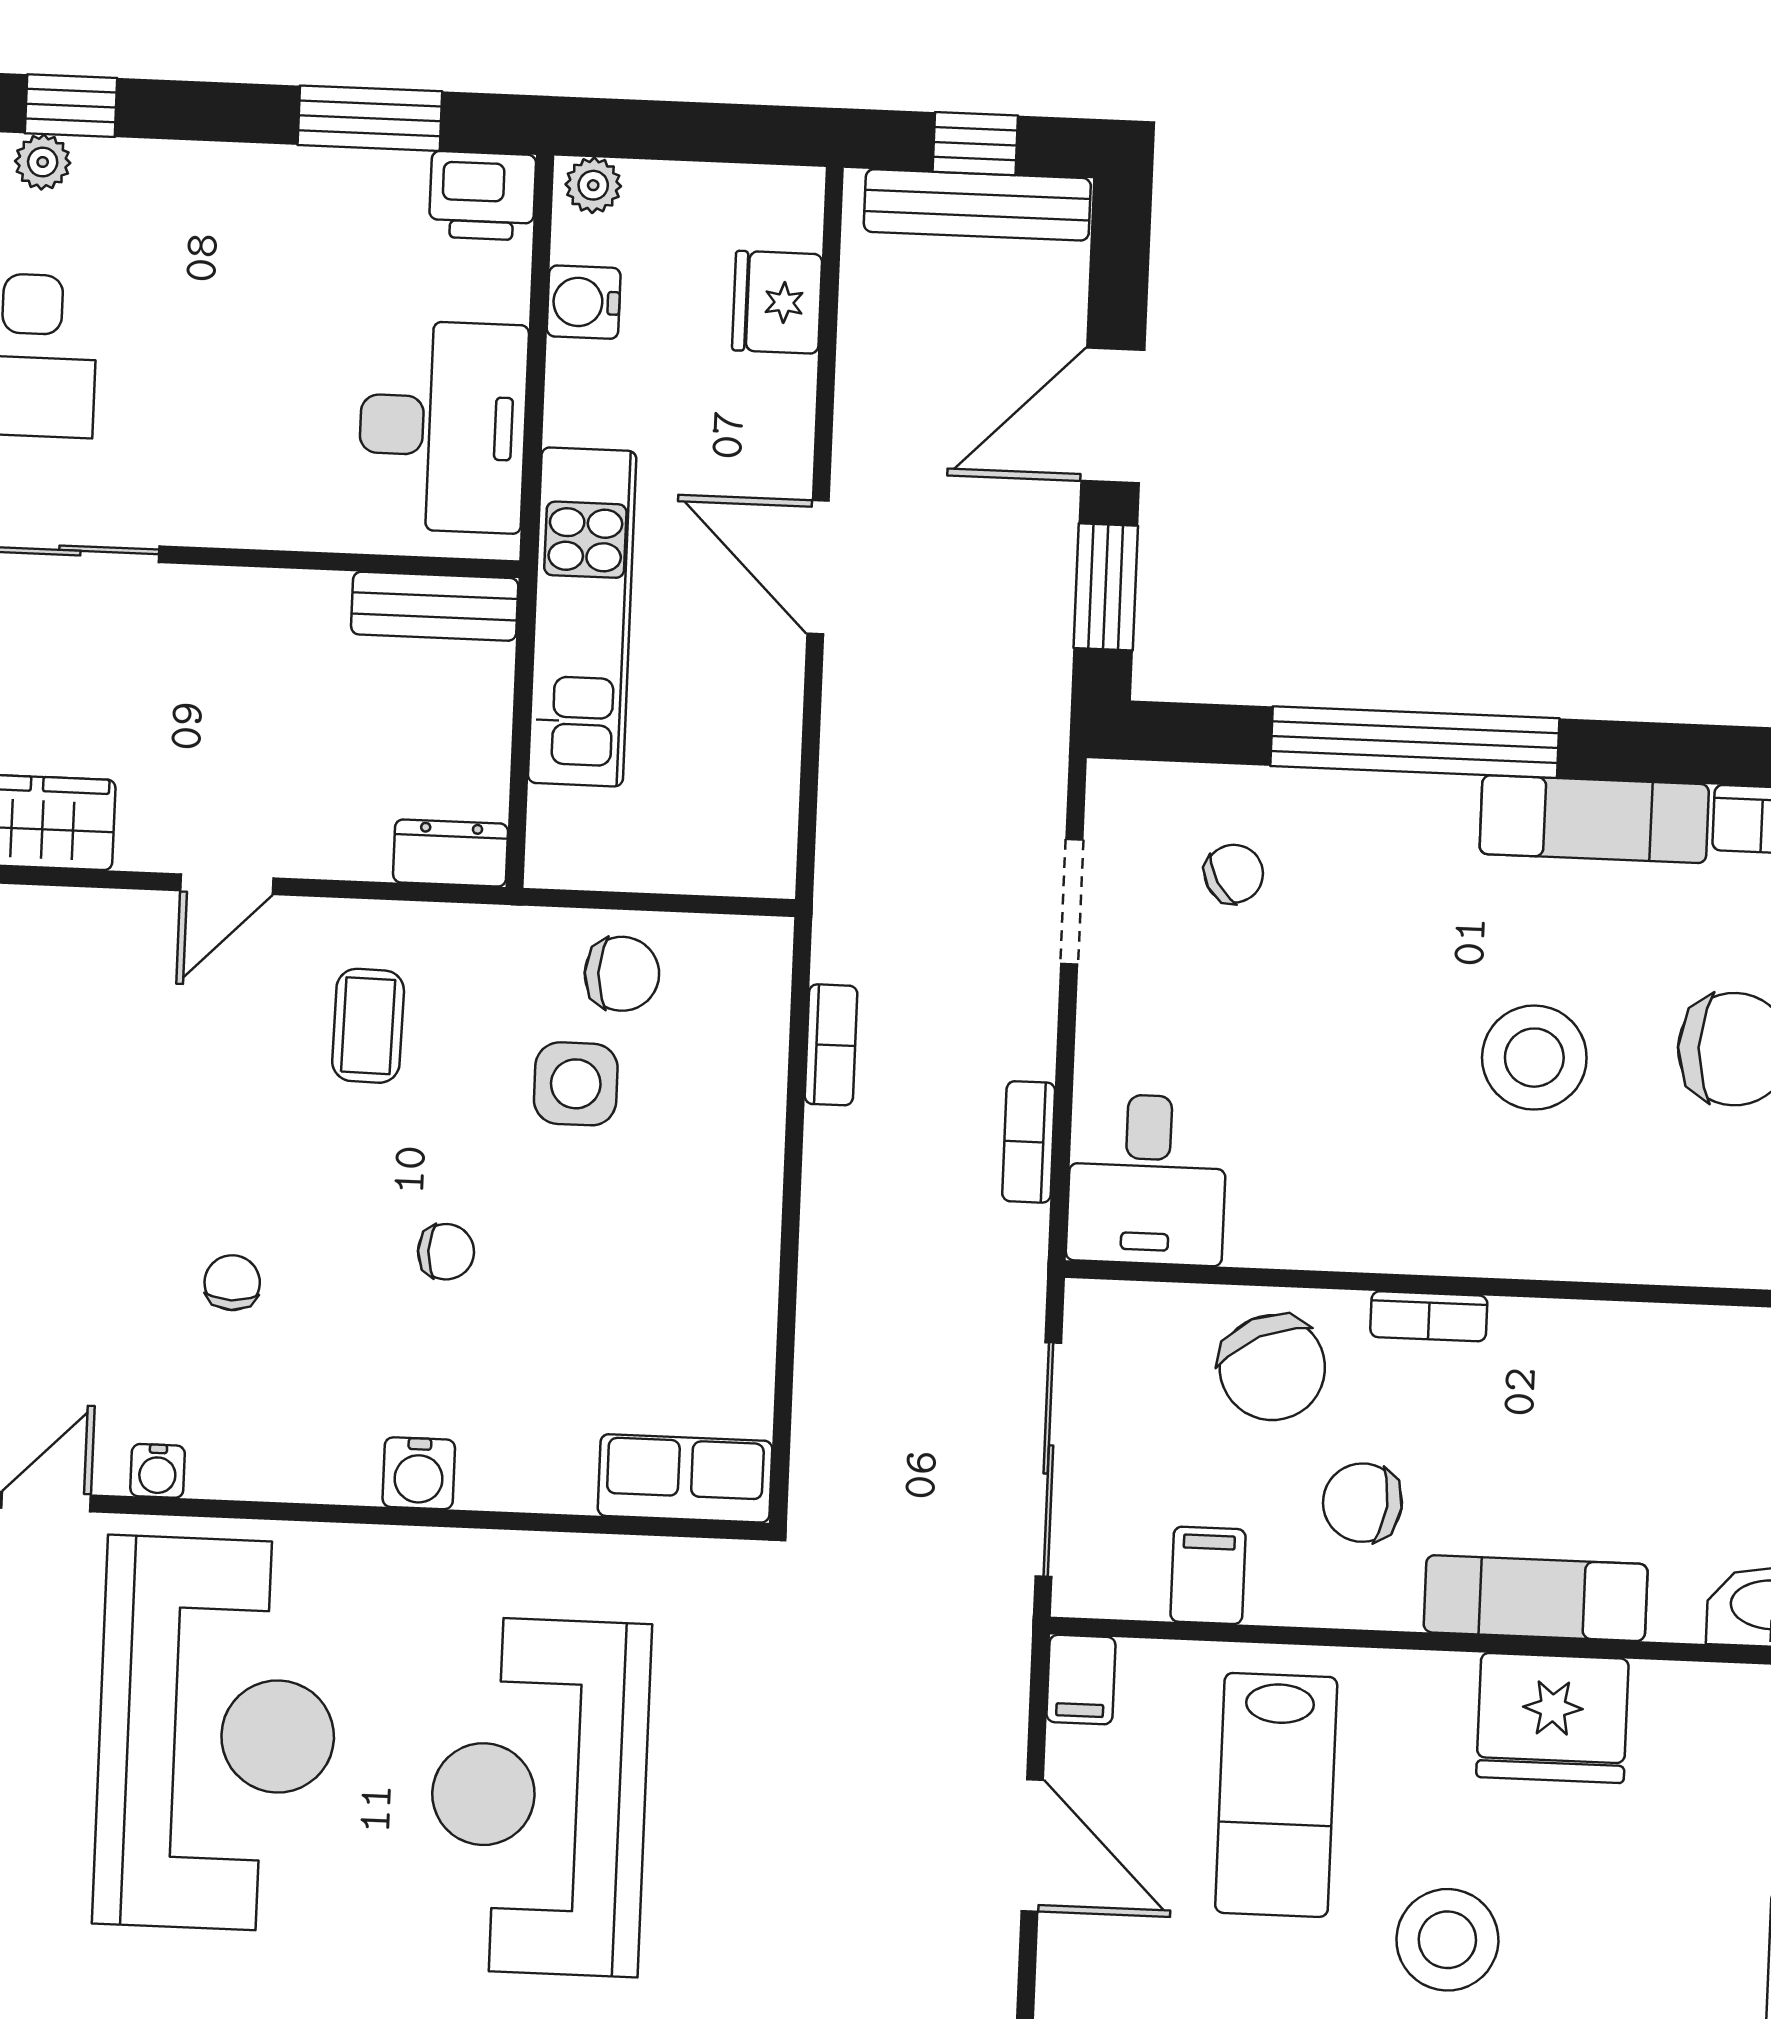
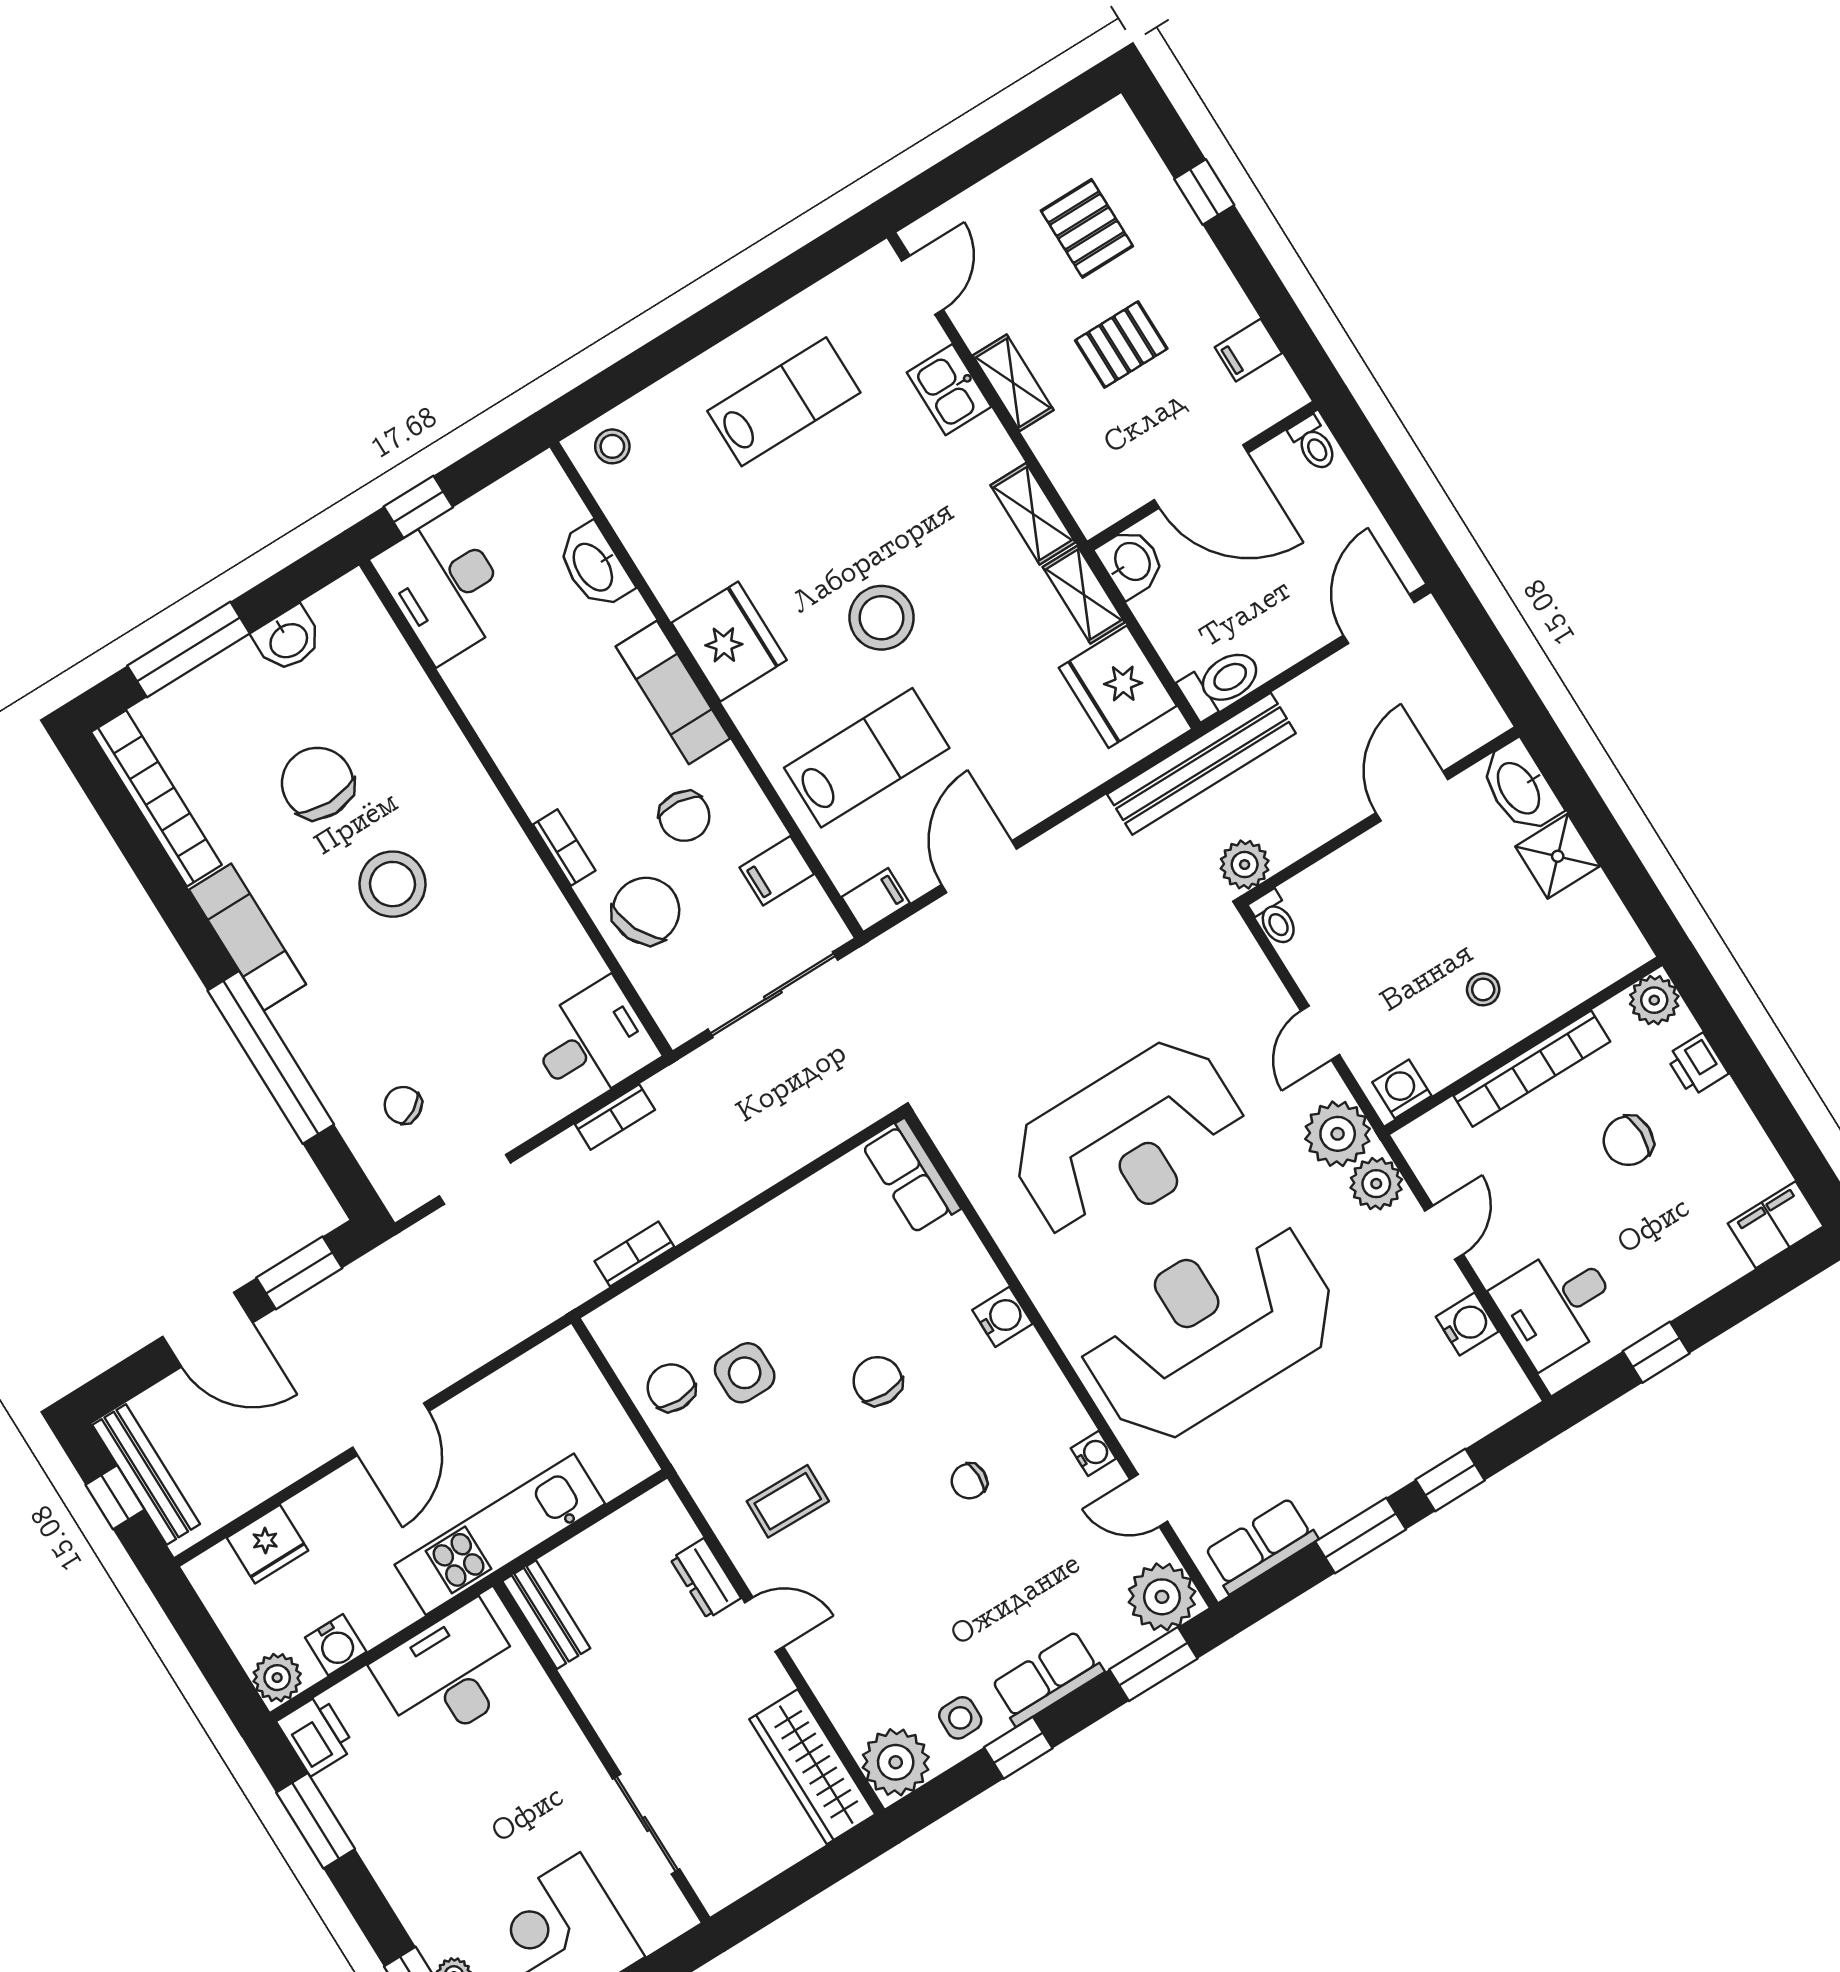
plant: (593, 185) -> (277, 1678), width x1.38, depth x1.38
dresser: (451, 853) -> (706, 1578), moved
chair: (446, 1252) -> (878, 1381), width x1.37, depth x1.37

